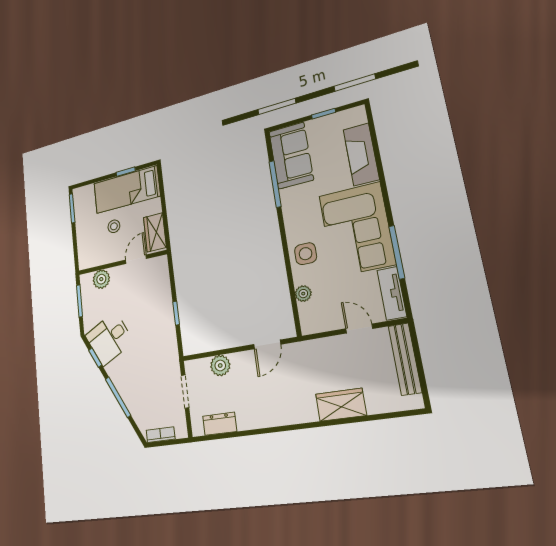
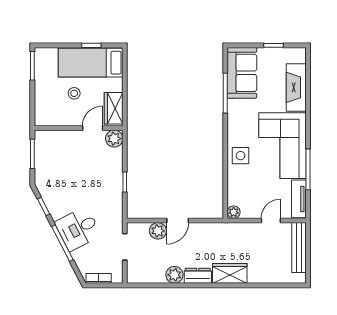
plant: (101, 279) -> (114, 139), moved
plant: (303, 294) -> (234, 212), moved
door: (359, 329) -> (271, 220), hinge flipped
desk: (109, 339) -> (78, 229), moved
door: (267, 344) -> (178, 220), moved
wardrobe: (341, 405) -> (230, 273), moved
plant: (247, 419) -> (174, 275), added
dresser: (220, 424) -> (198, 276), moved

